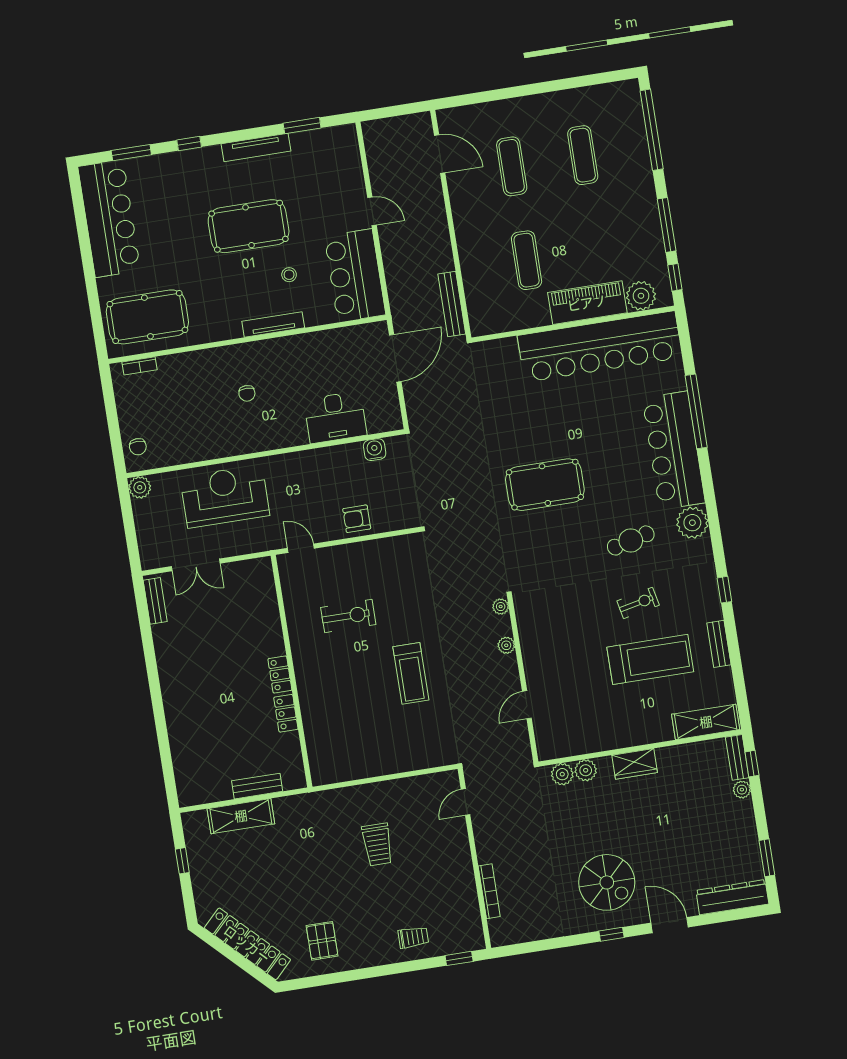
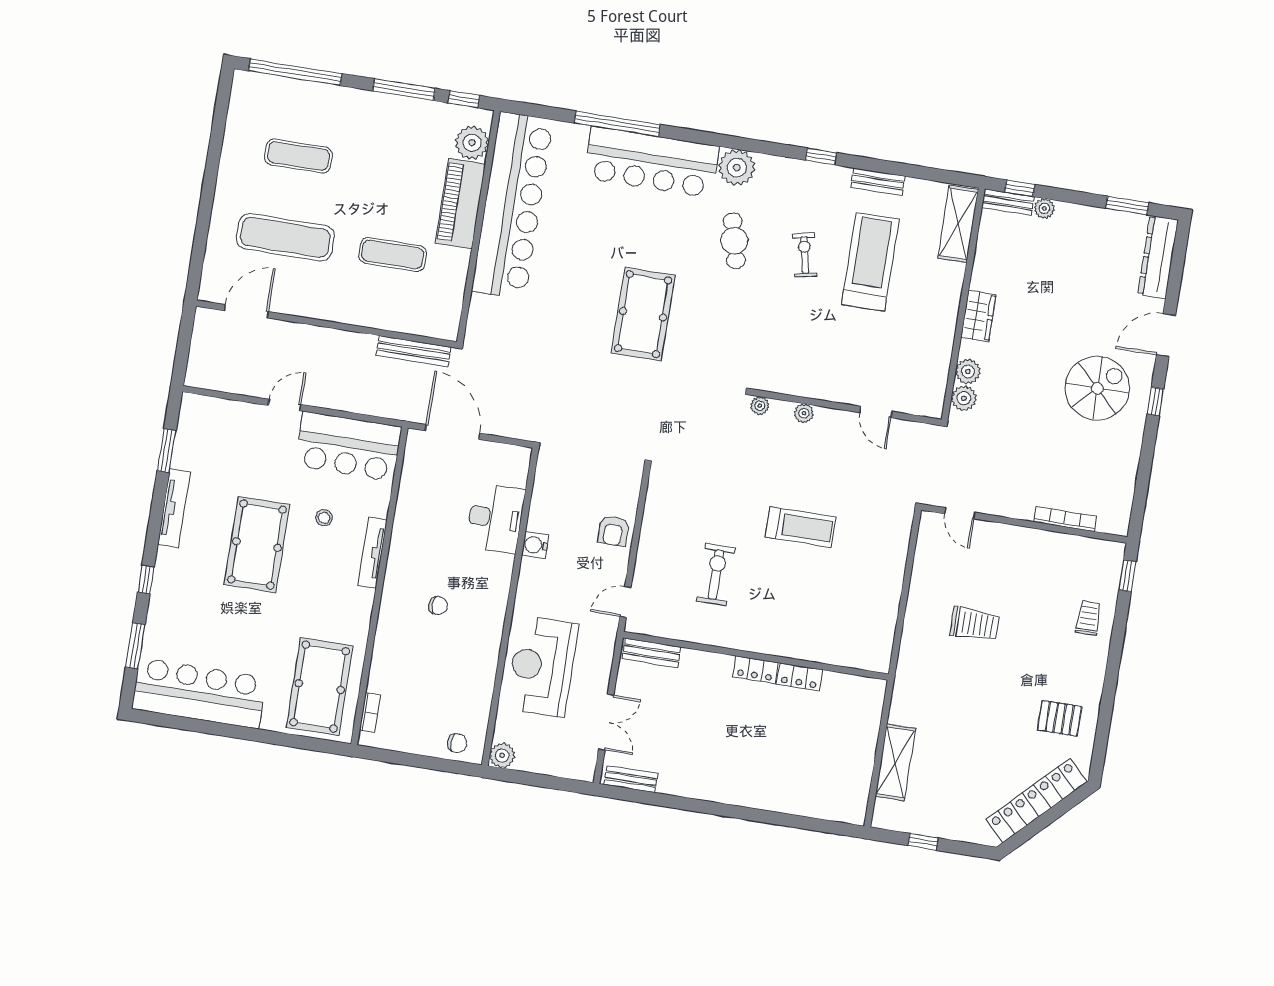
exercise mat: (512, 166) -> (285, 237), width x1.36, depth x1.45
water cooler: (375, 450) -> (535, 545), moved
bench: (257, 786) -> (651, 653), moved, turned 90

